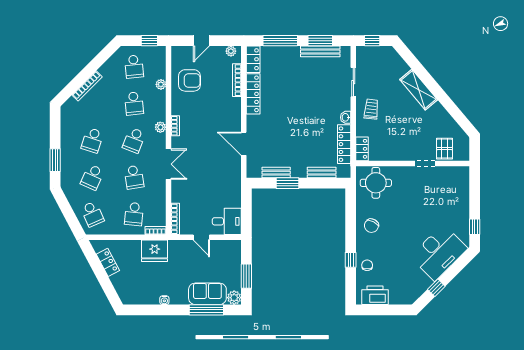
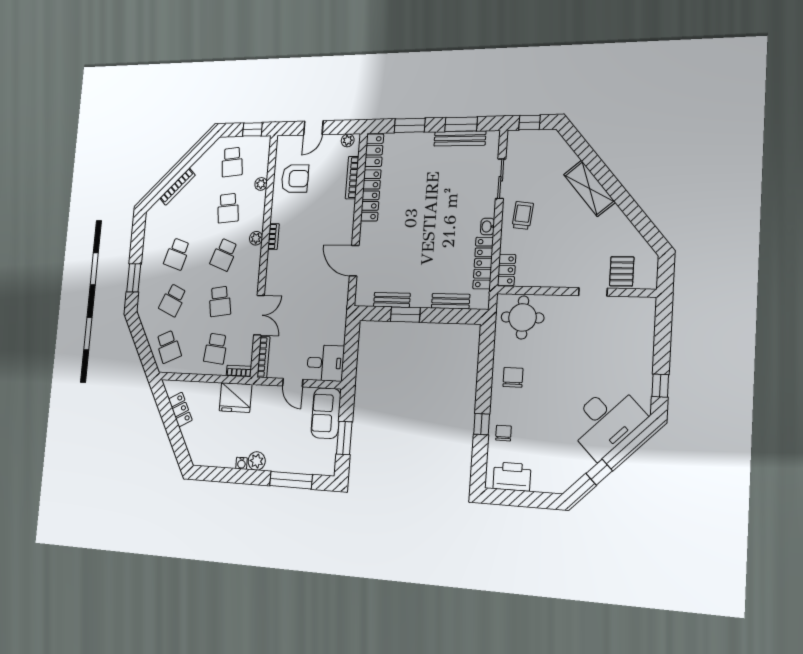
window: (280, 41) -> (410, 125), width x0.69
double door: (169, 164) -> (259, 315), moved
chair: (371, 226) -> (513, 377), turned 152
sofa: (207, 294) -> (326, 413), moved, turned -90
plant: (234, 298) -> (257, 461), moved

